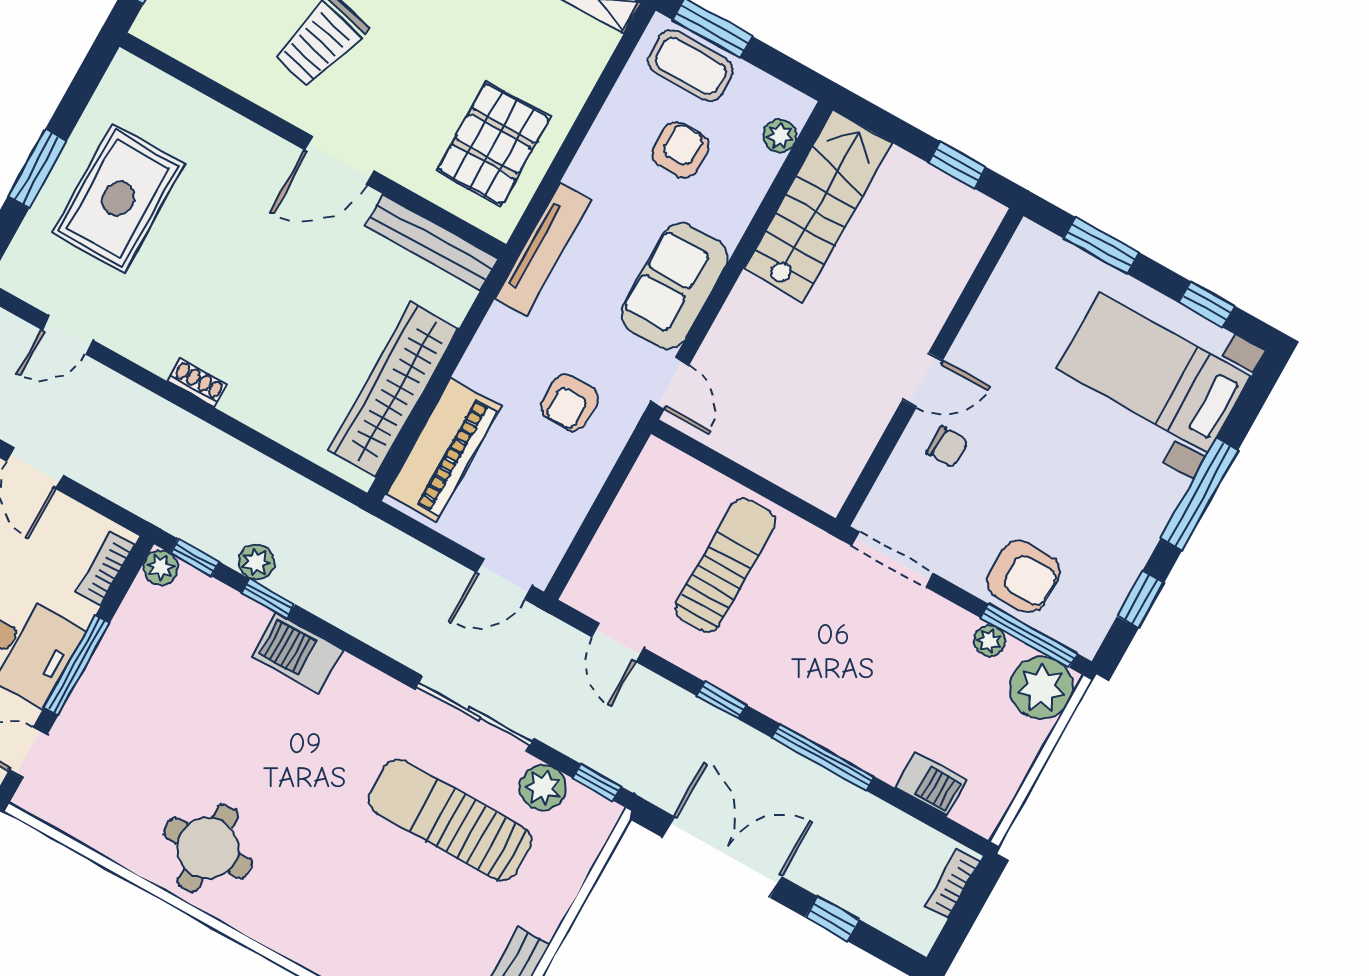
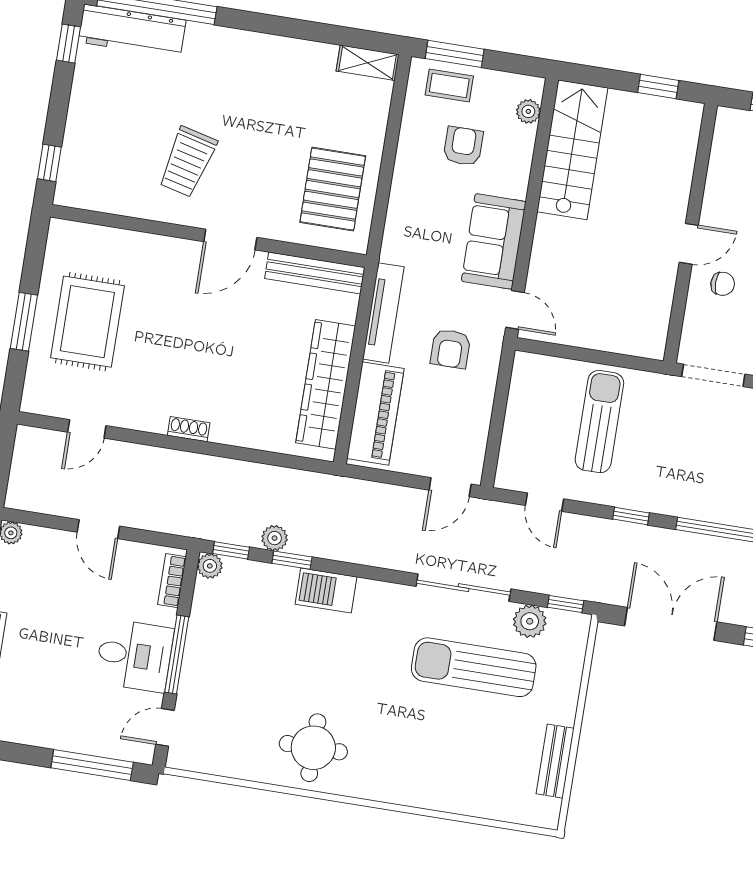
coffee table: (691, 66) -> (449, 85), width x0.73, depth x0.77
tv unit: (543, 249) -> (383, 313), moved

